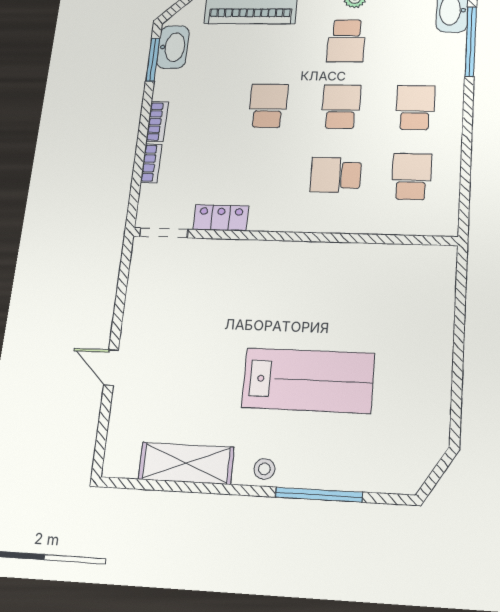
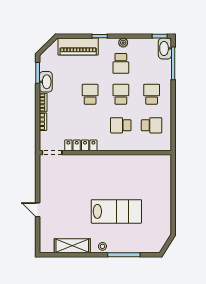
washbasin: (173, 47) -> (46, 82), moved
school desk: (411, 177) -> (152, 125), turned 90
locker: (221, 218) -> (81, 145), width x1.53

